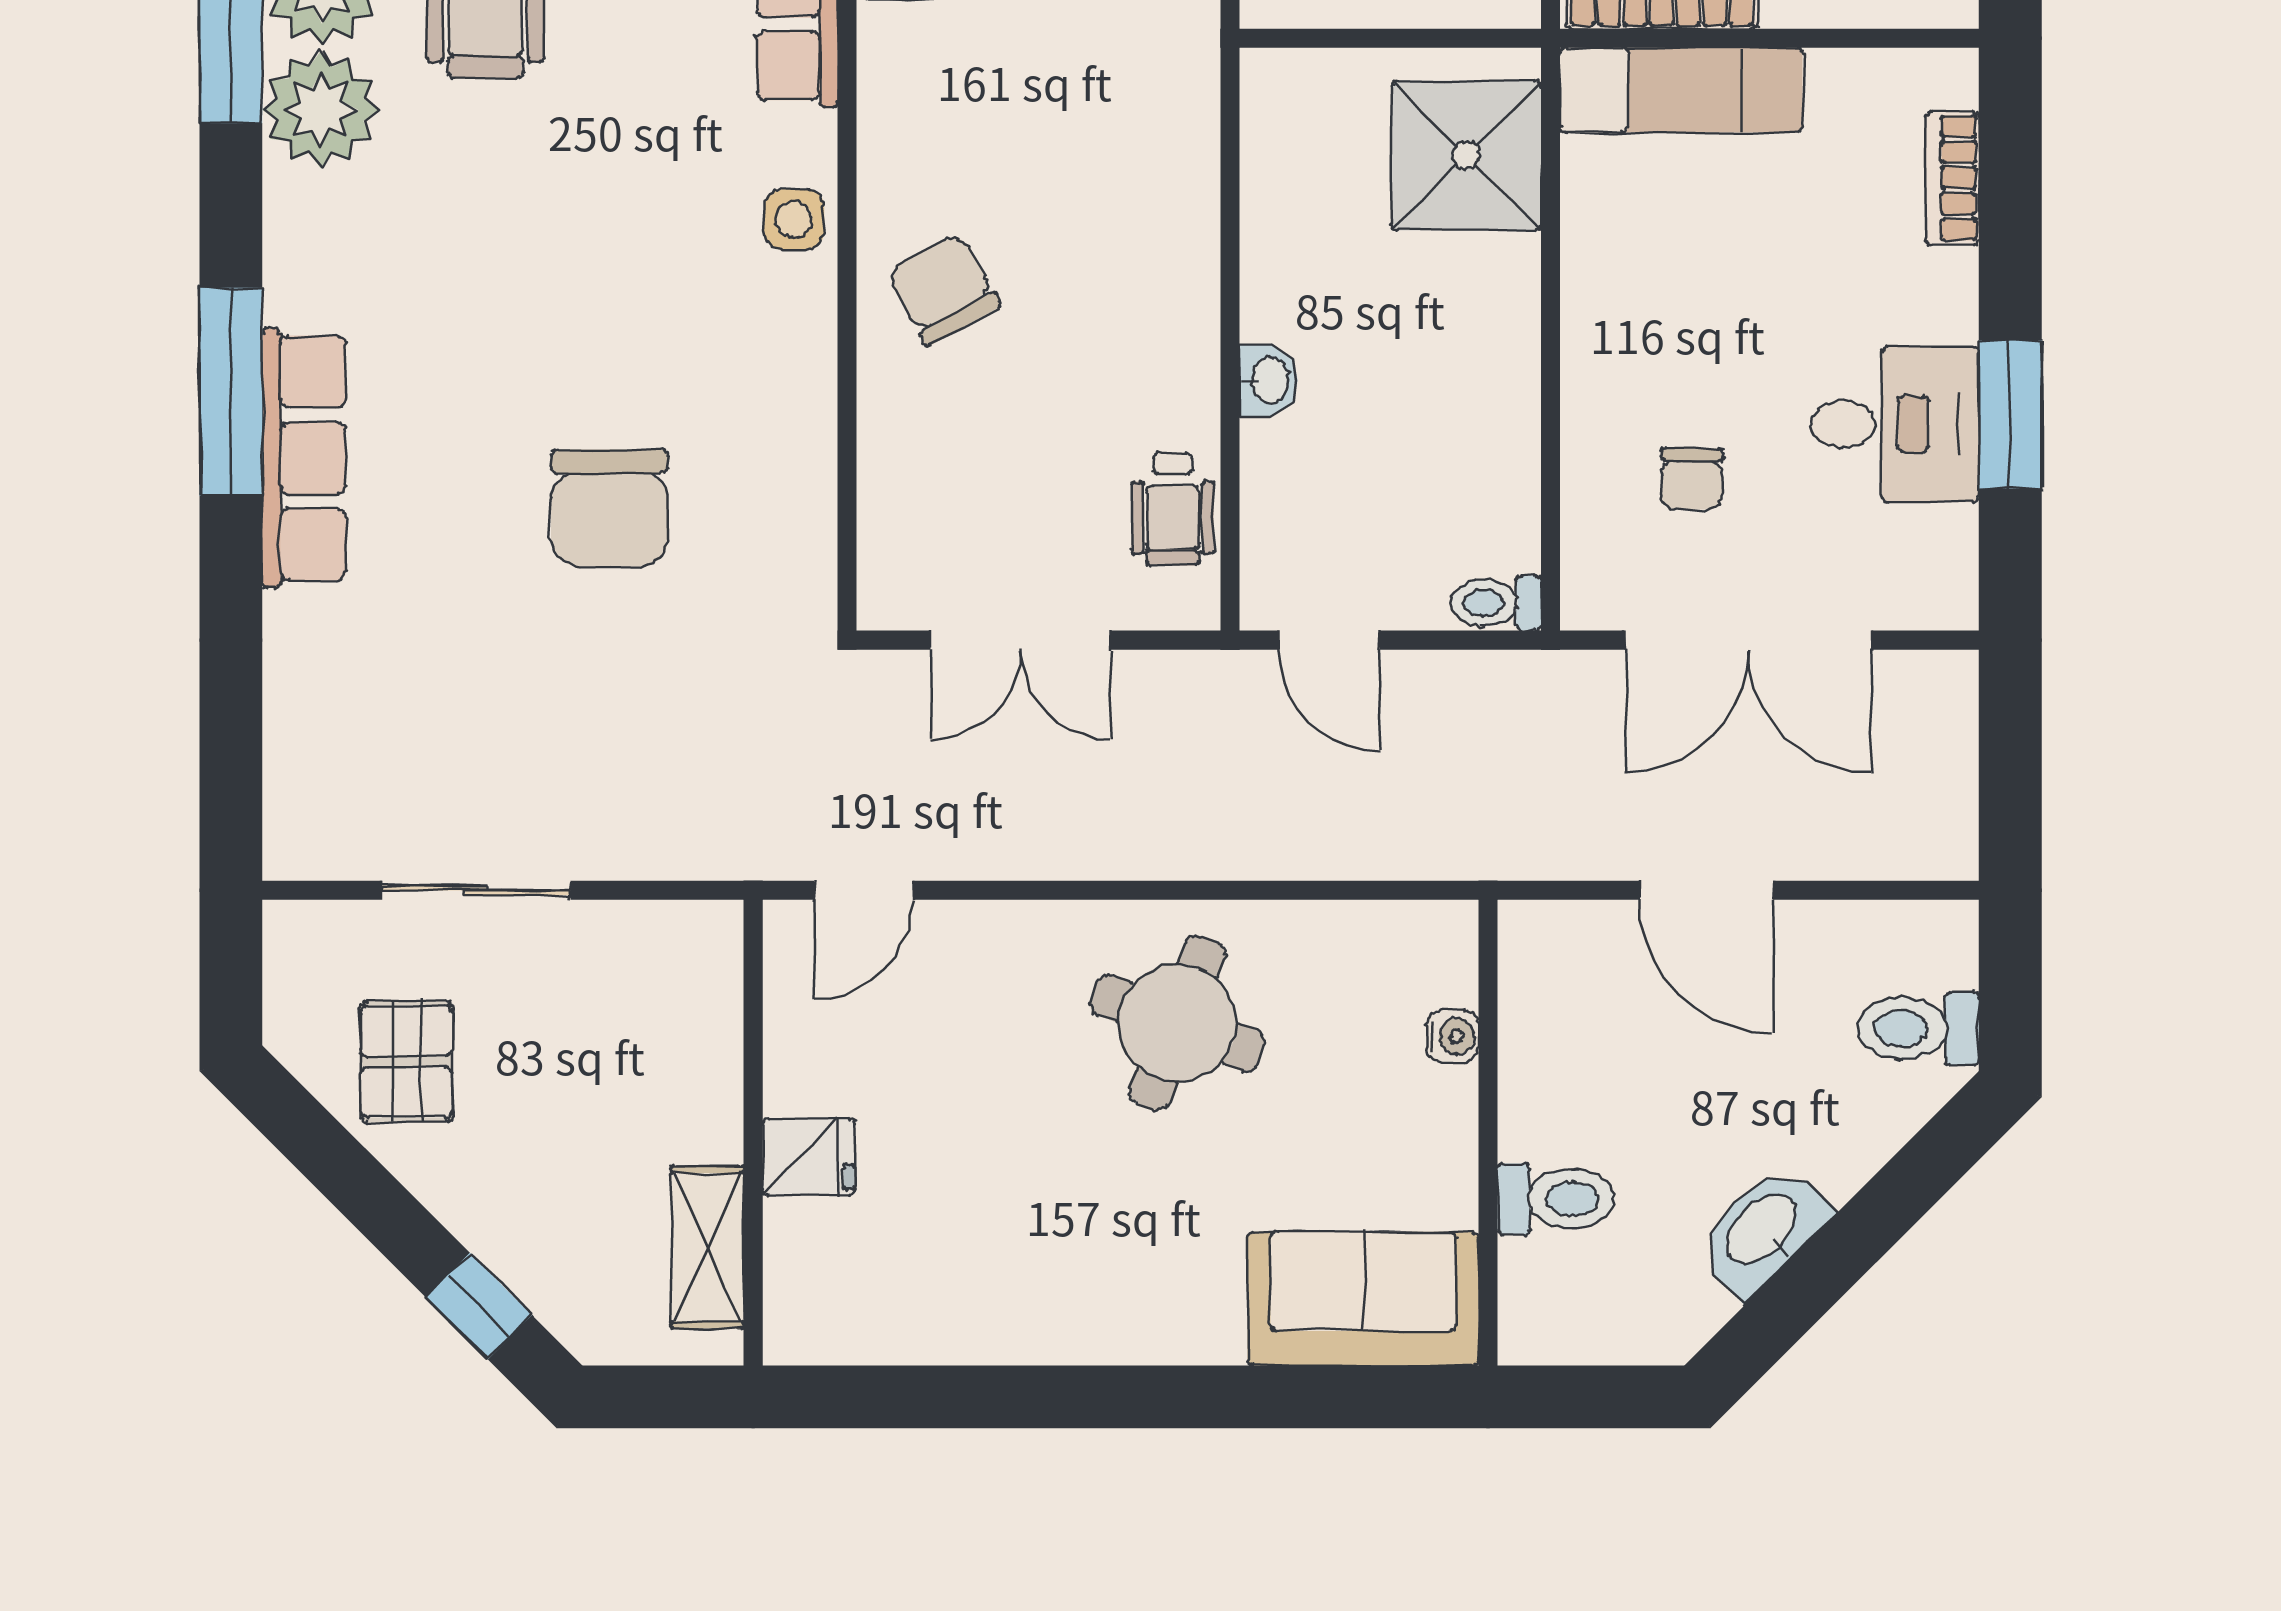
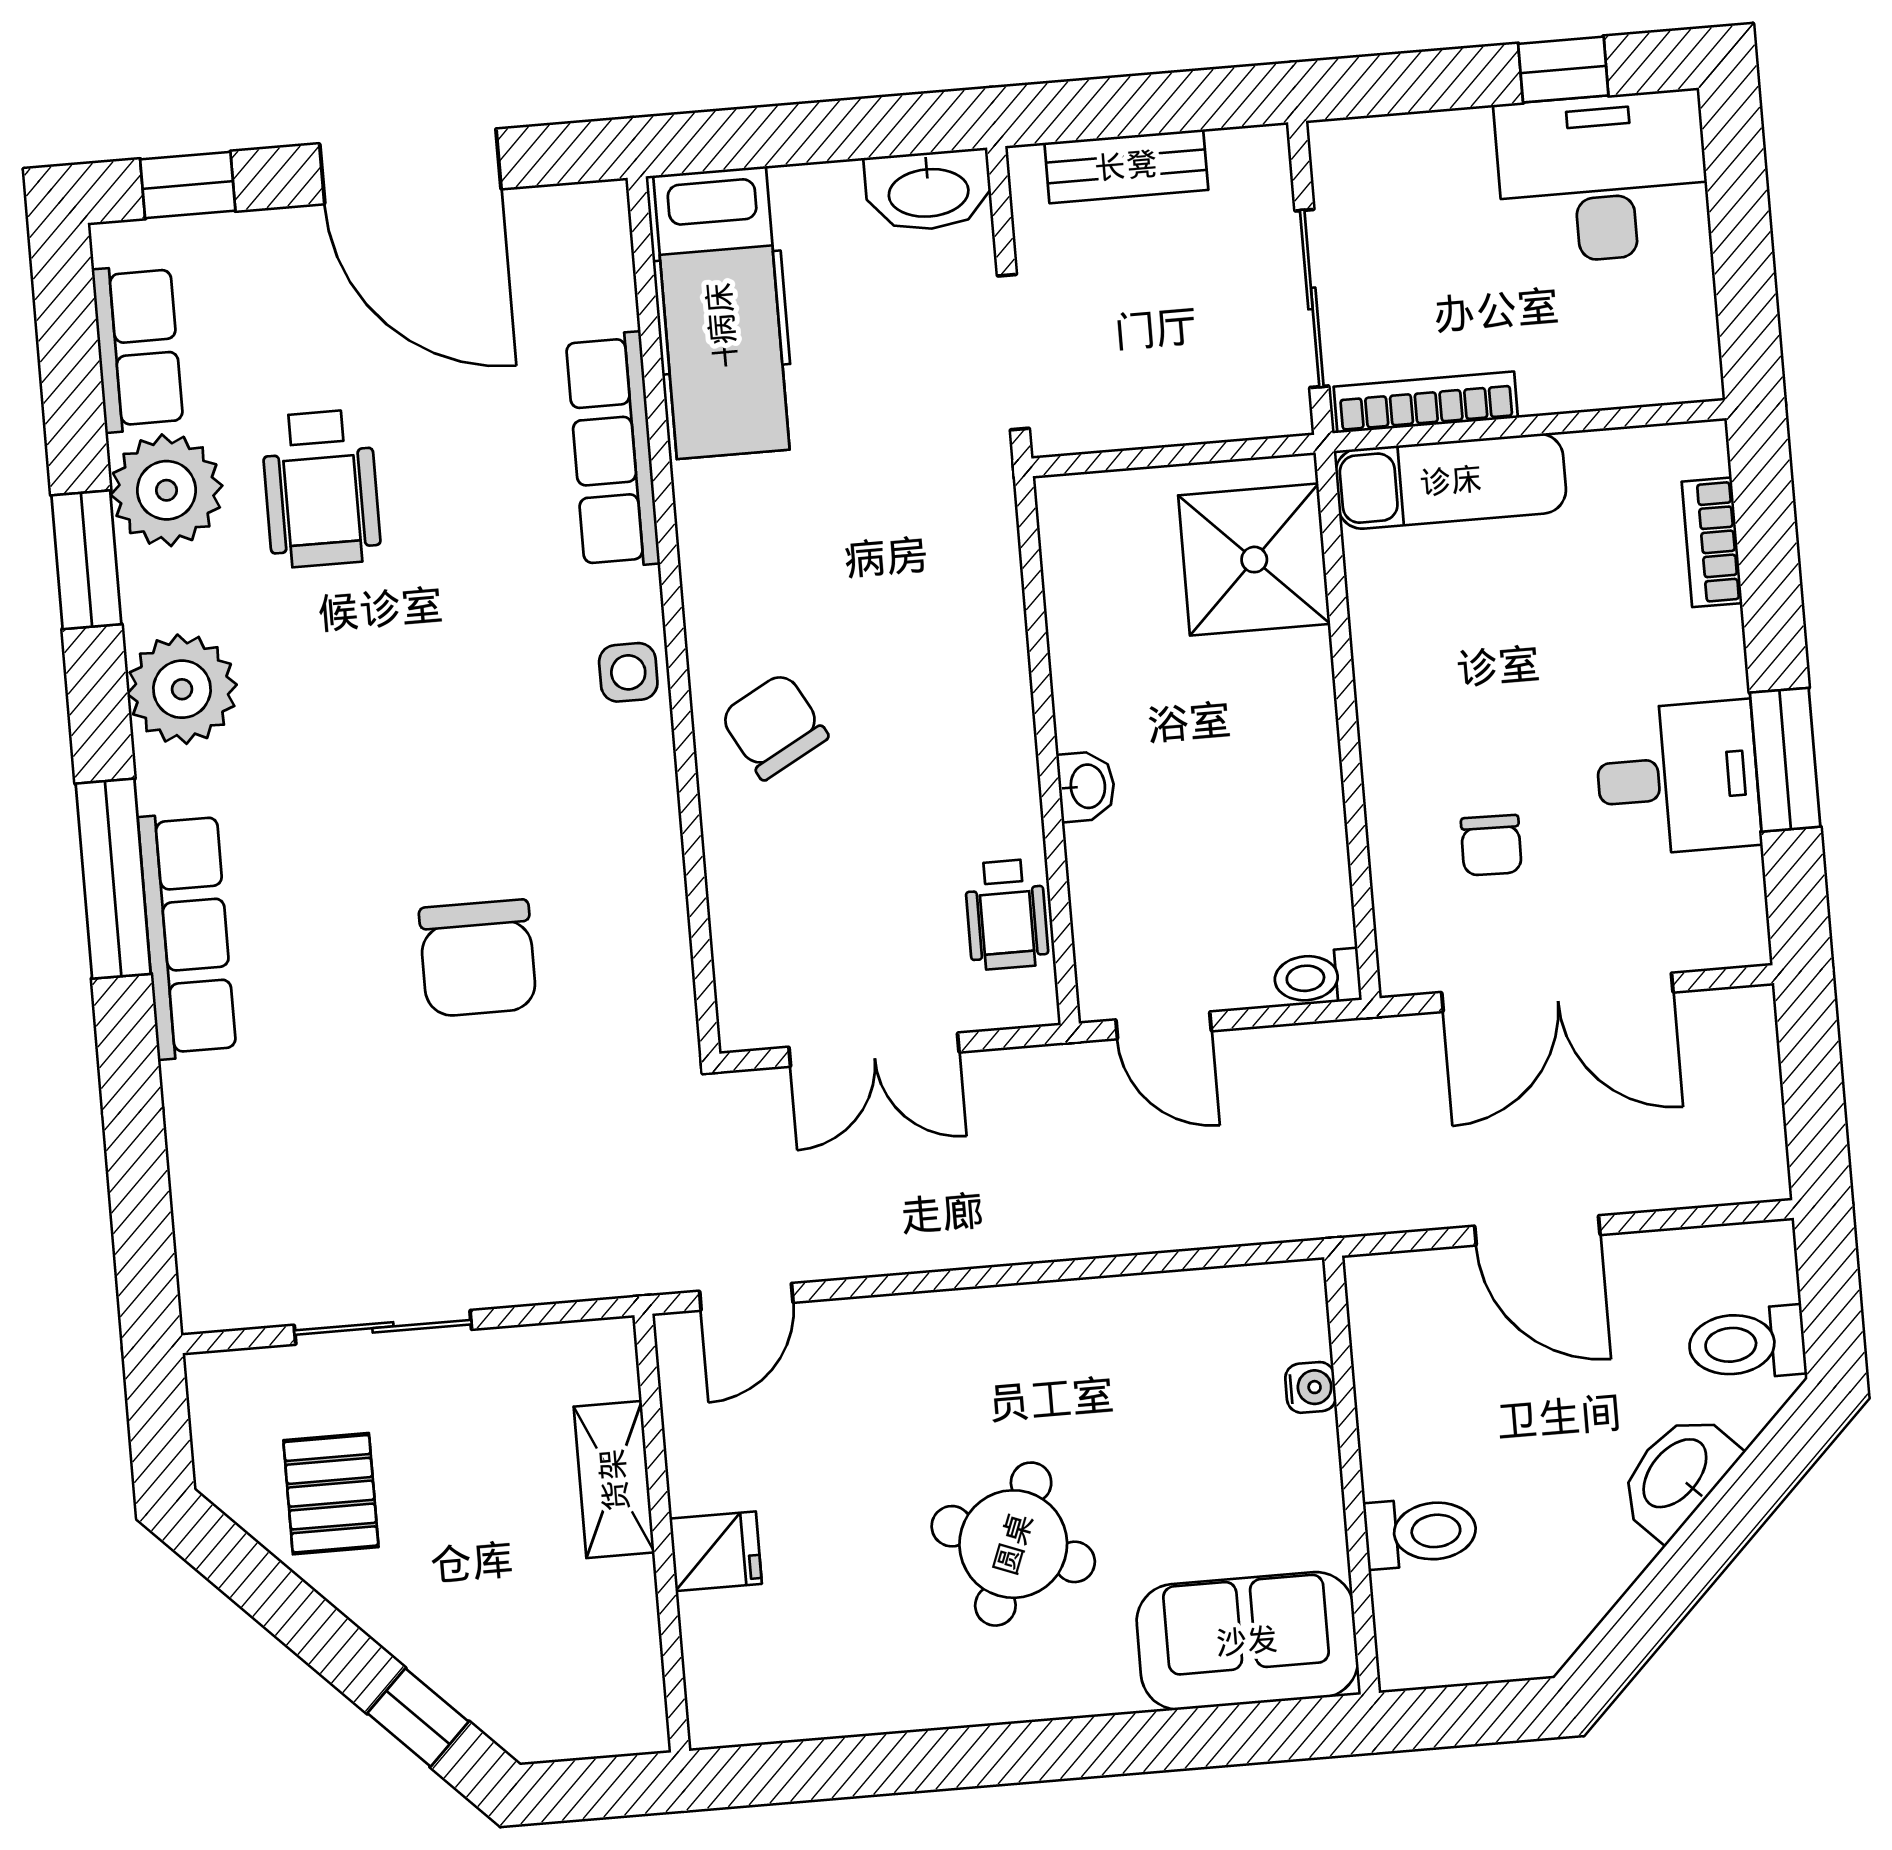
plant: (321, 110) -> (182, 689), moved
round table: (1177, 1023) -> (1013, 1544), moved
washbasin: (1763, 1230) -> (1677, 1475), moved
shelving: (707, 1247) -> (614, 1480), moved

